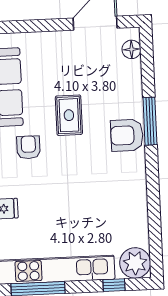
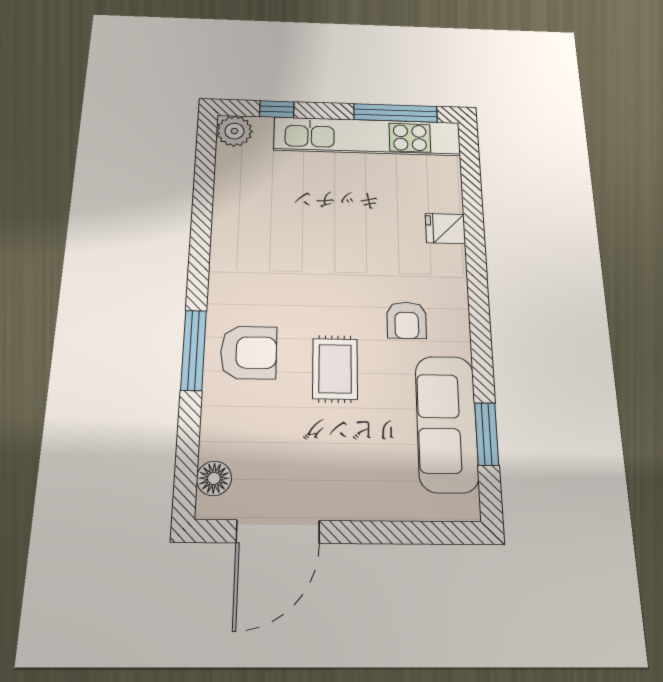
armchair: (127, 135) -> (249, 352), moved
plant: (135, 263) -> (234, 131), width x0.73, depth x0.73

